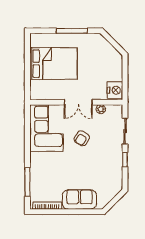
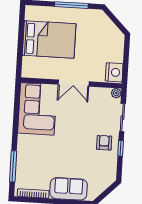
plant: (101, 109) -> (116, 93), moved
armchair: (82, 138) -> (104, 143), moved, turned 147

